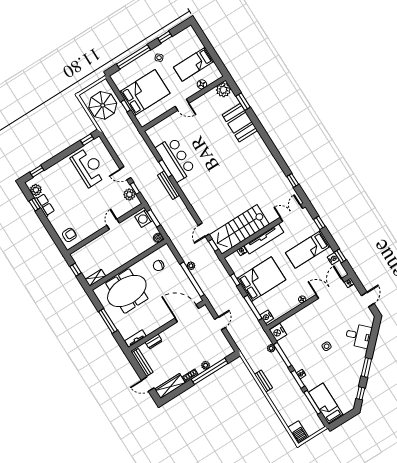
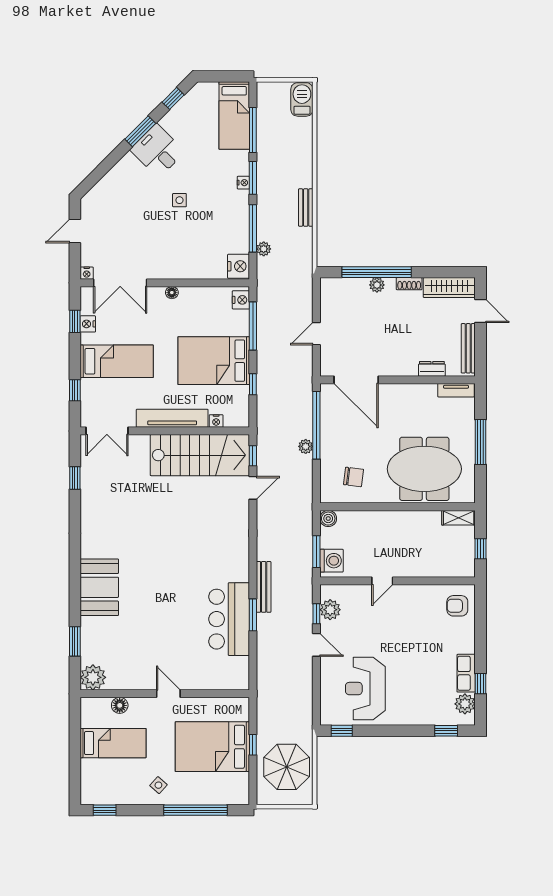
window: (165, 37) -> (105, 810), moved
booth: (240, 123) -> (99, 587), moved
desk: (358, 336) -> (158, 151), moved

